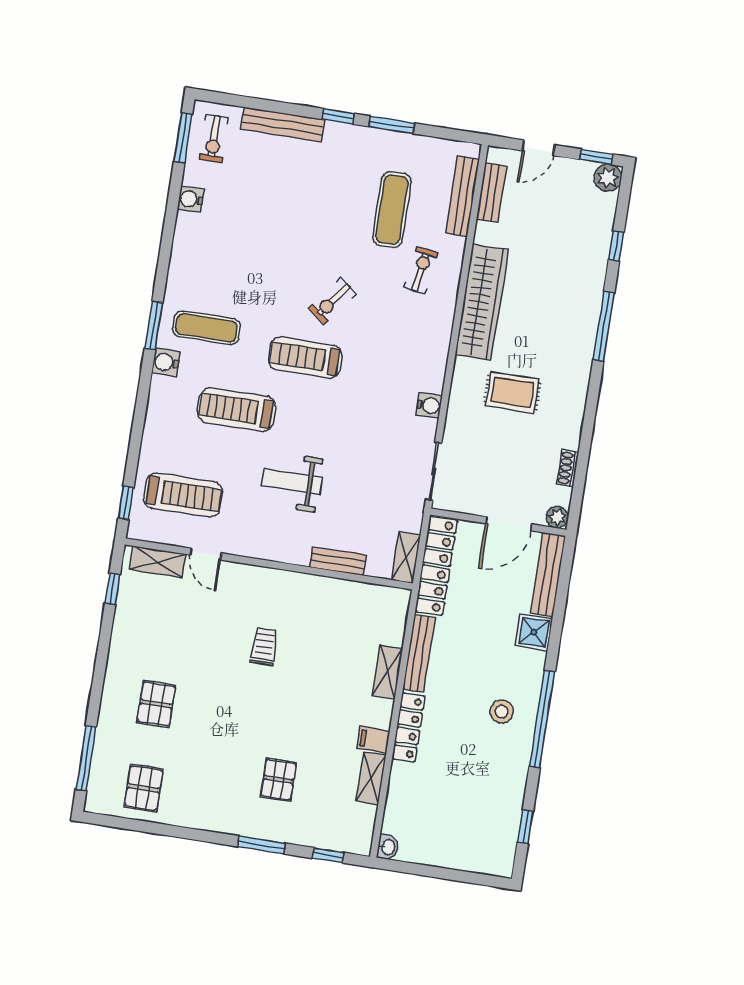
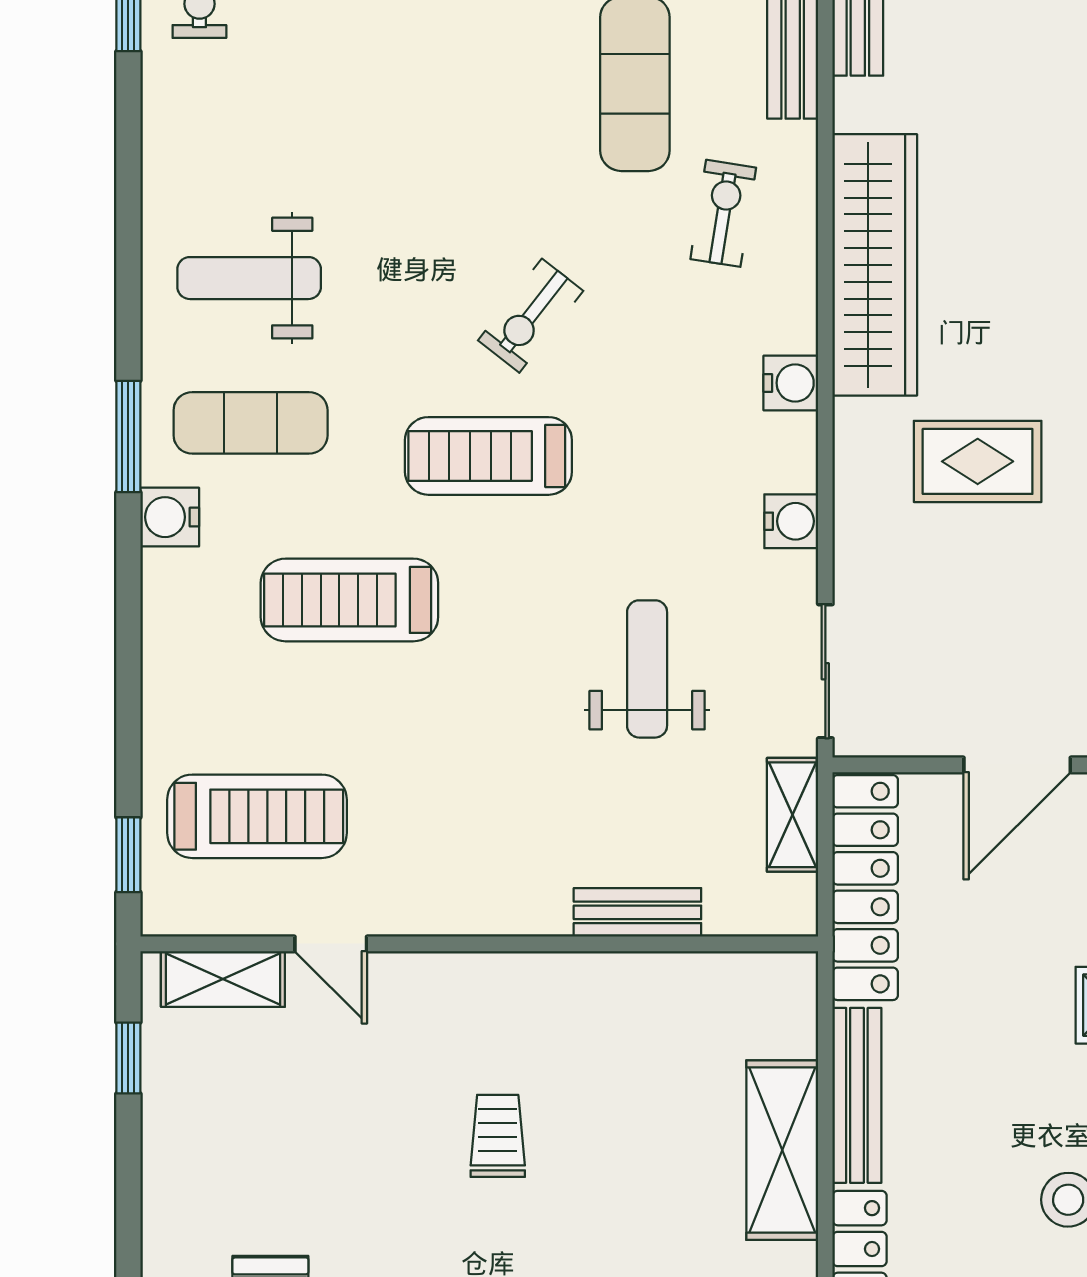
water cooler: (191, 199) -> (791, 383), moved, turned 180
weight bench: (215, 266) -> (249, 278), added
weight bench: (292, 482) -> (647, 669), moved, turned 90
shelving: (406, 558) -> (793, 815), moved
shelving: (387, 672) -> (782, 1150), width x1.50, depth x1.33

